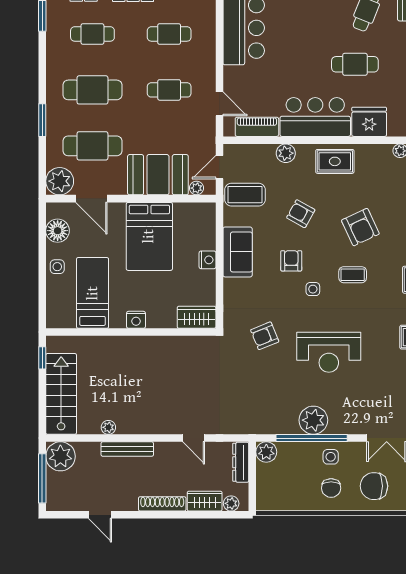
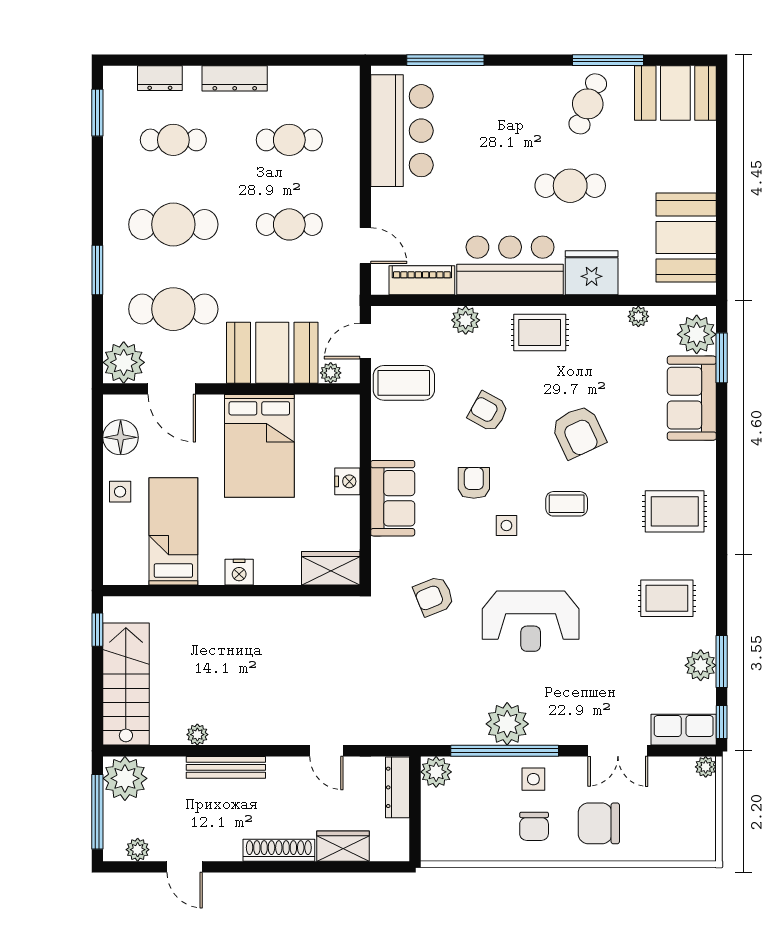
sofa: (238, 252) -> (393, 498), moved
plant: (231, 503) -> (138, 850), moved

